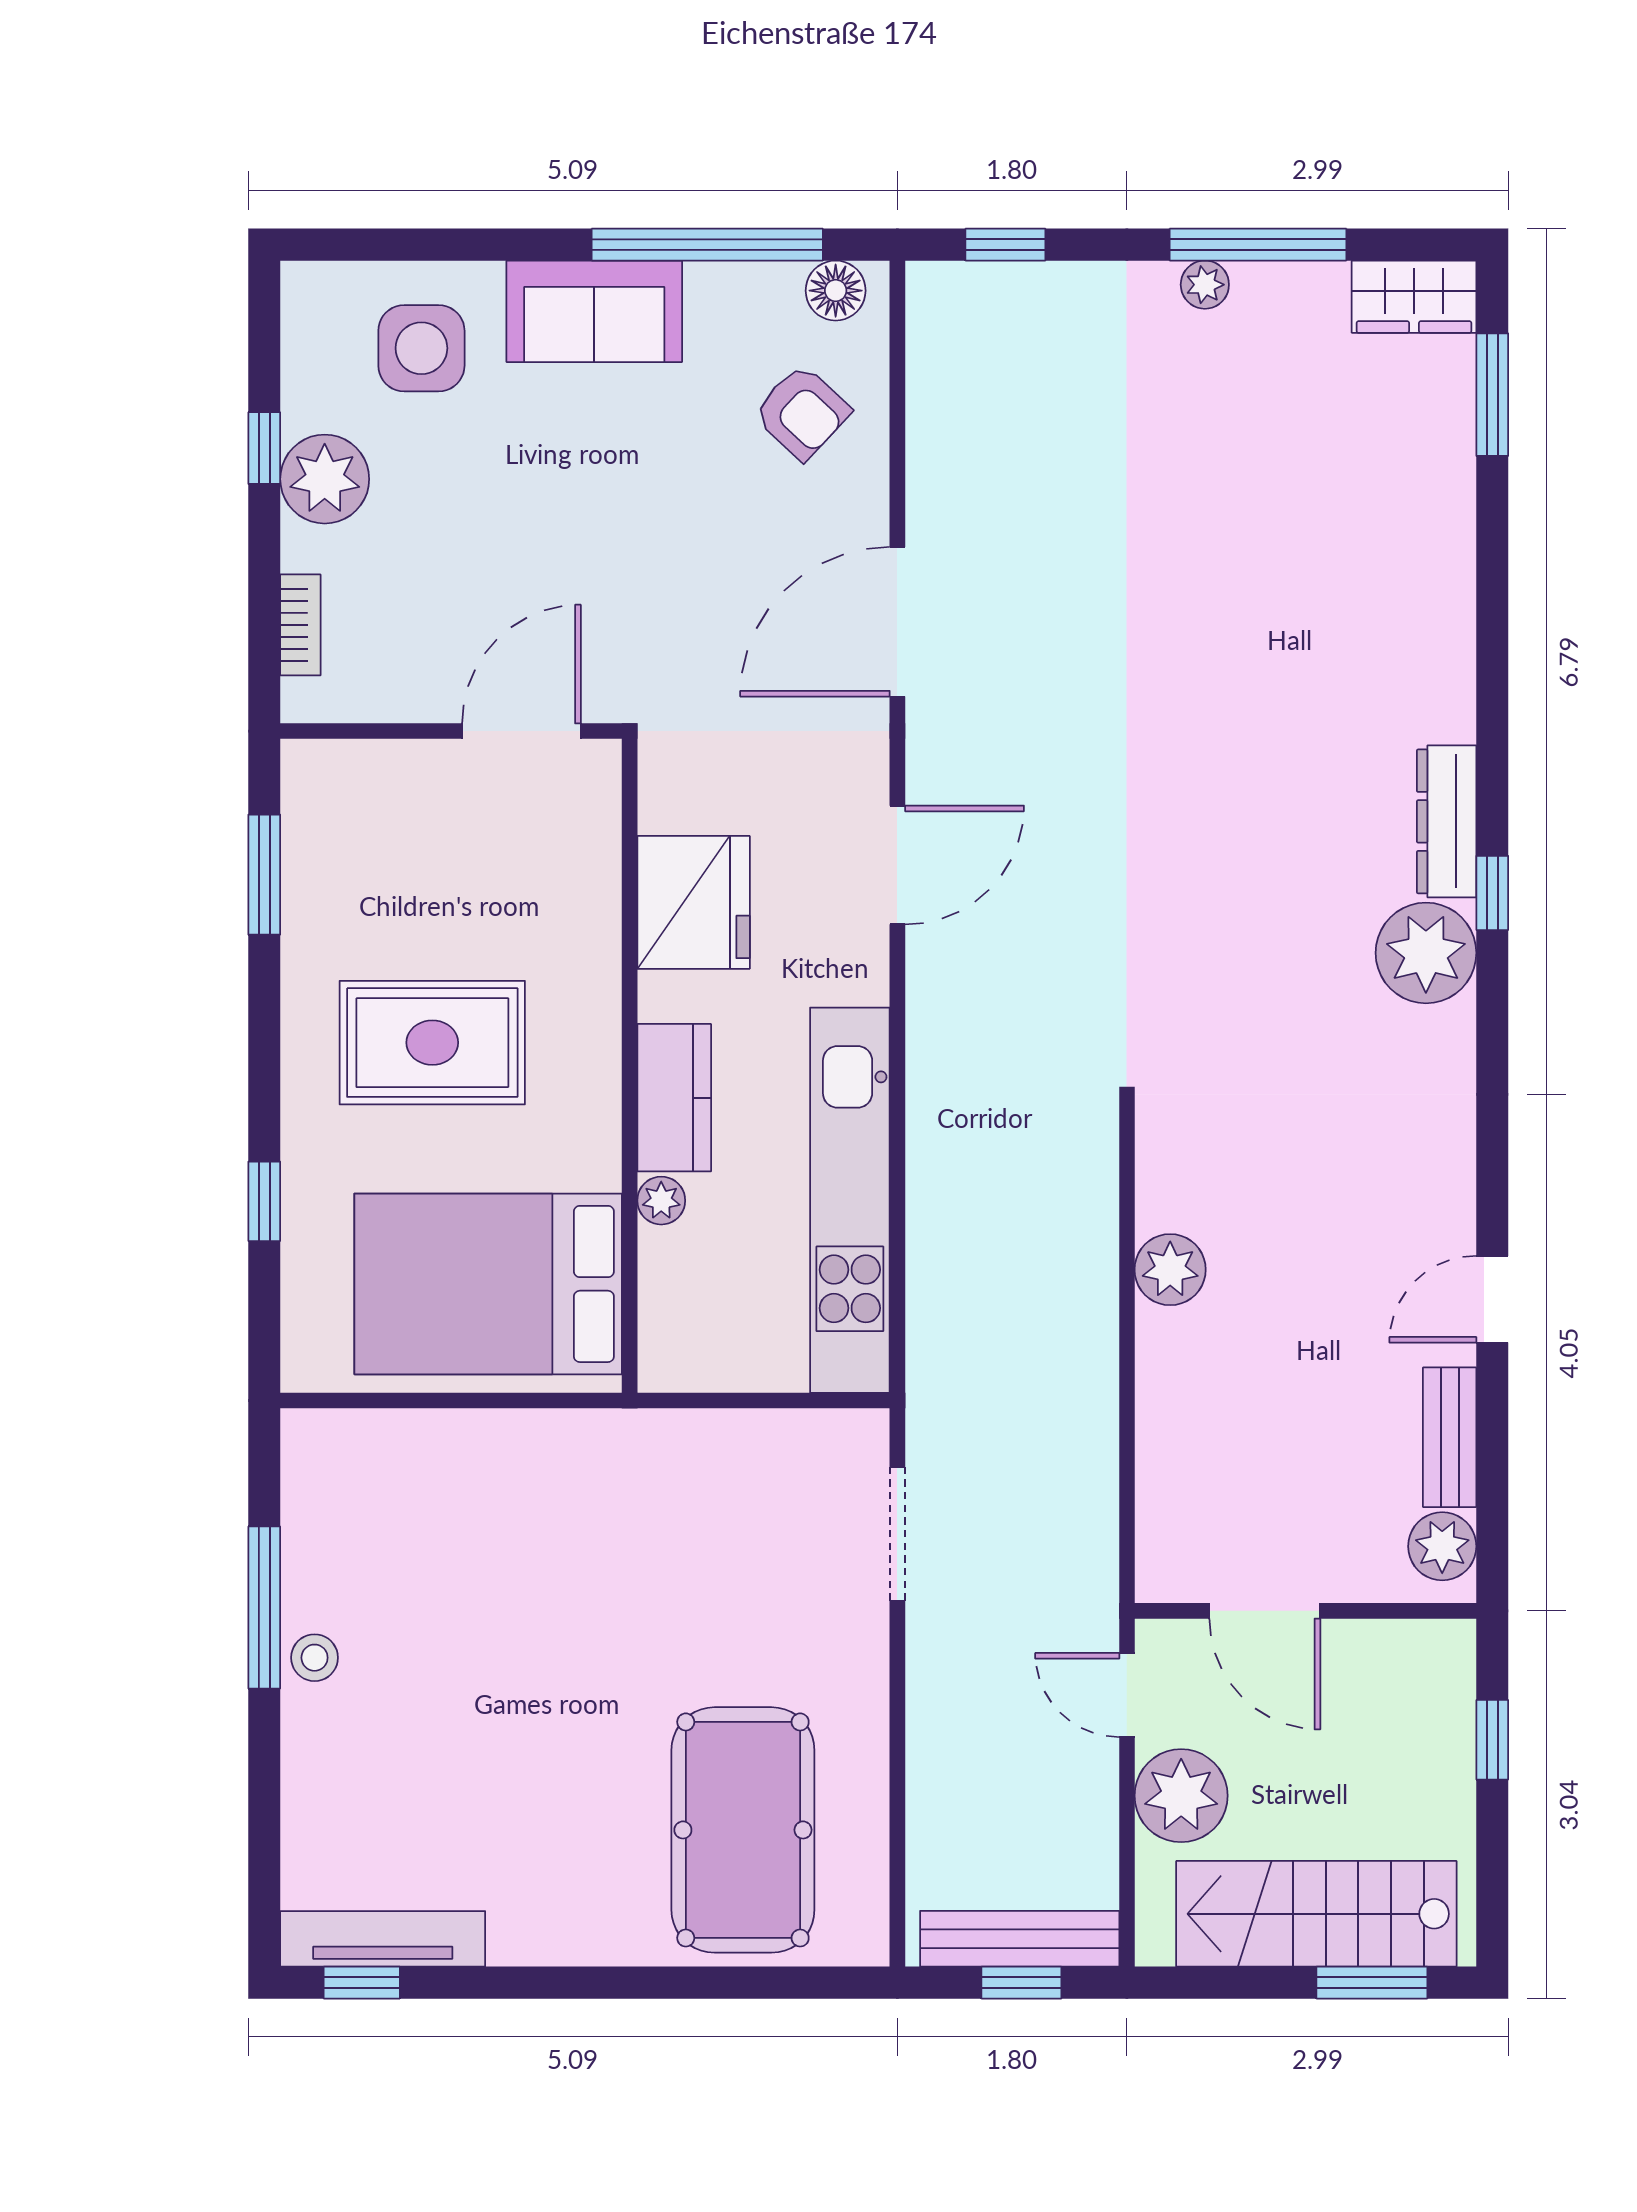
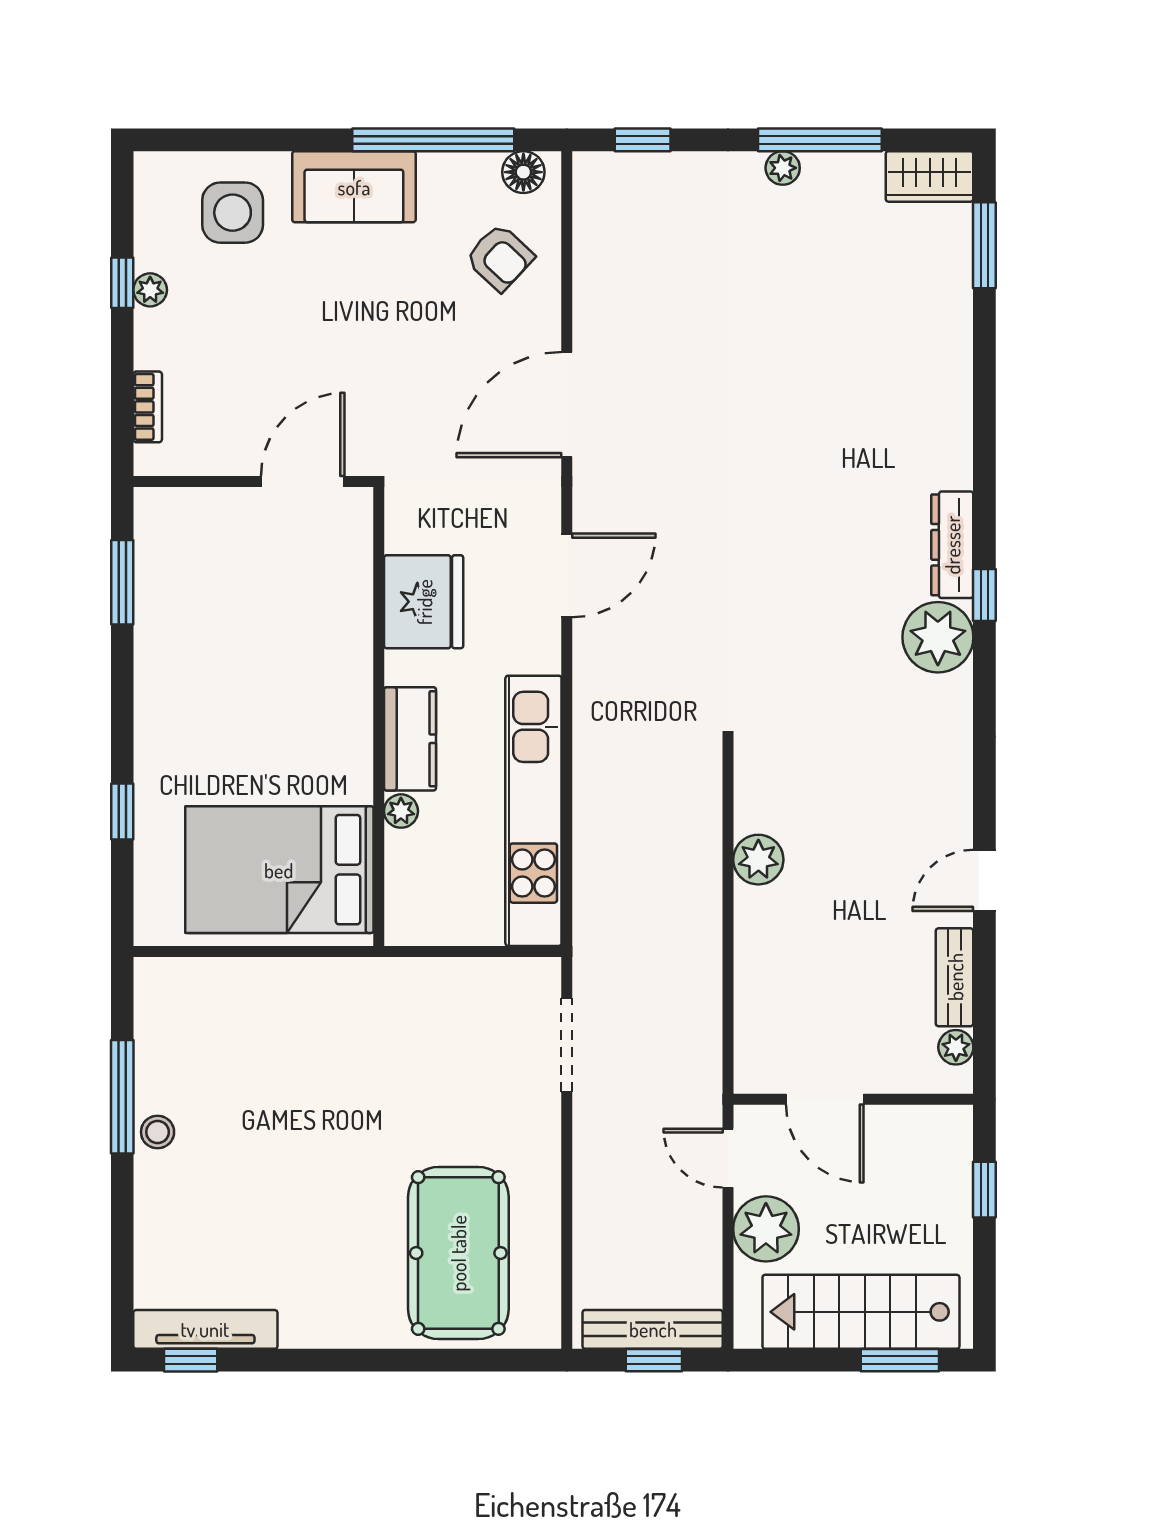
plant: (325, 479) -> (150, 290), width x0.53, depth x0.53
rug: (432, 1043) -> (240, 700), removed
plant: (1442, 1546) -> (956, 1047), width x0.73, depth x0.73

